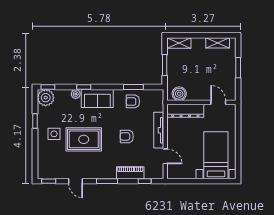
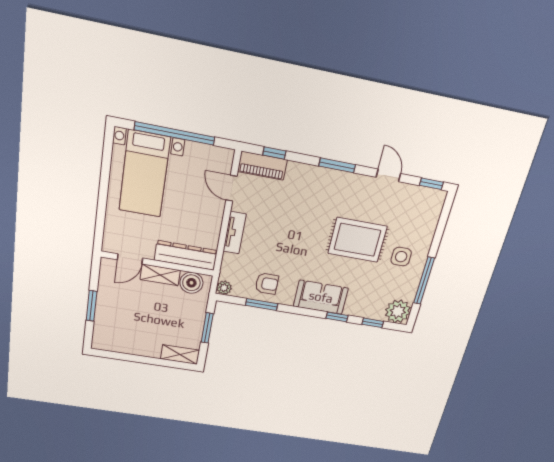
shelving: (218, 43) -> (160, 275), moved
window: (48, 87) -> (373, 323), moved
plant: (76, 94) -> (224, 288), moved
door: (218, 102) -> (130, 259), hinge flipped
window: (35, 121) -> (424, 281), width x2.17
tv unit: (159, 130) -> (235, 233), width x0.71
armchair: (127, 136) -> (288, 232), removed
piano: (130, 173) -> (262, 166), moved
window: (202, 181) -> (175, 133), added

